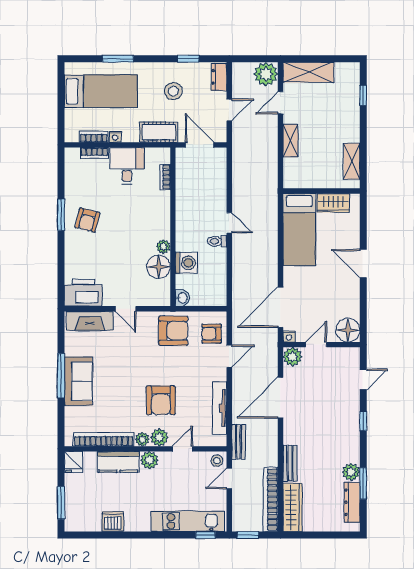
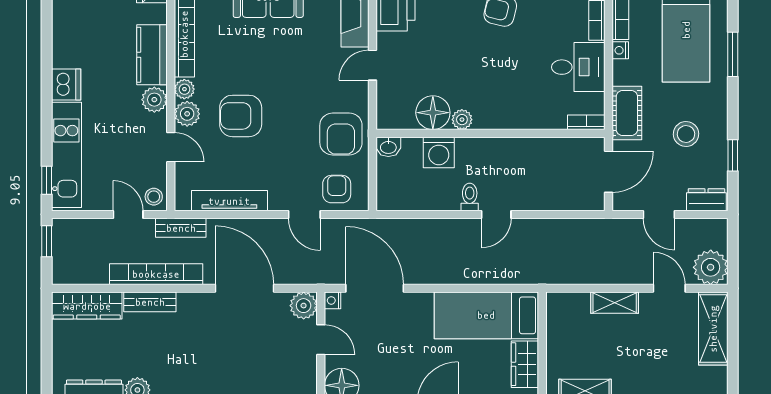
bookcase: (165, 177) -> (586, 122), moved
bookcase: (271, 499) -> (156, 274), moved
dishwasher: (113, 522) -> (66, 85), moved

